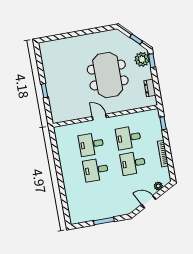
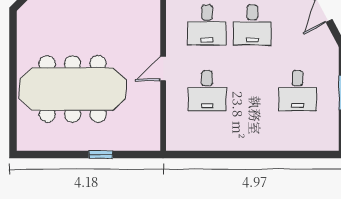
meeting table: (108, 75) -> (73, 89), moved, width x1.36
desk: (96, 170) -> (298, 91), moved

